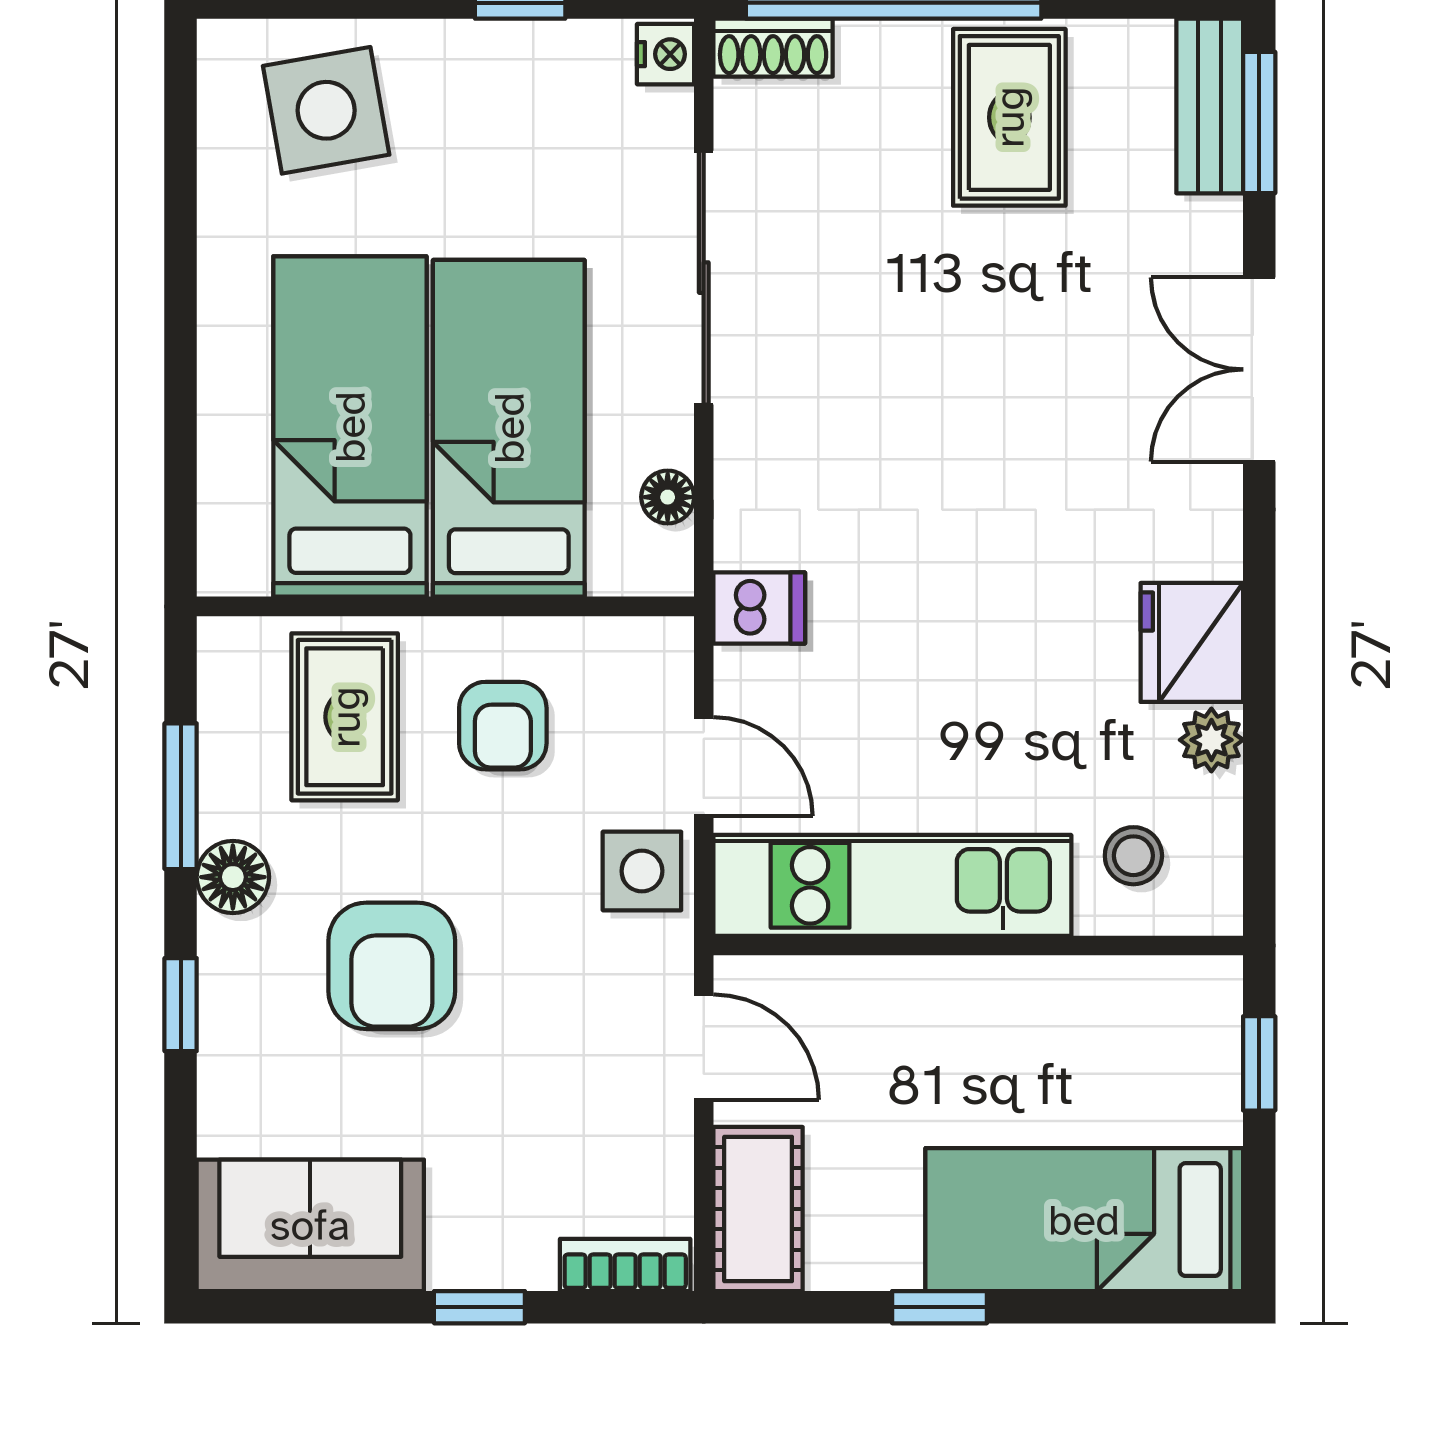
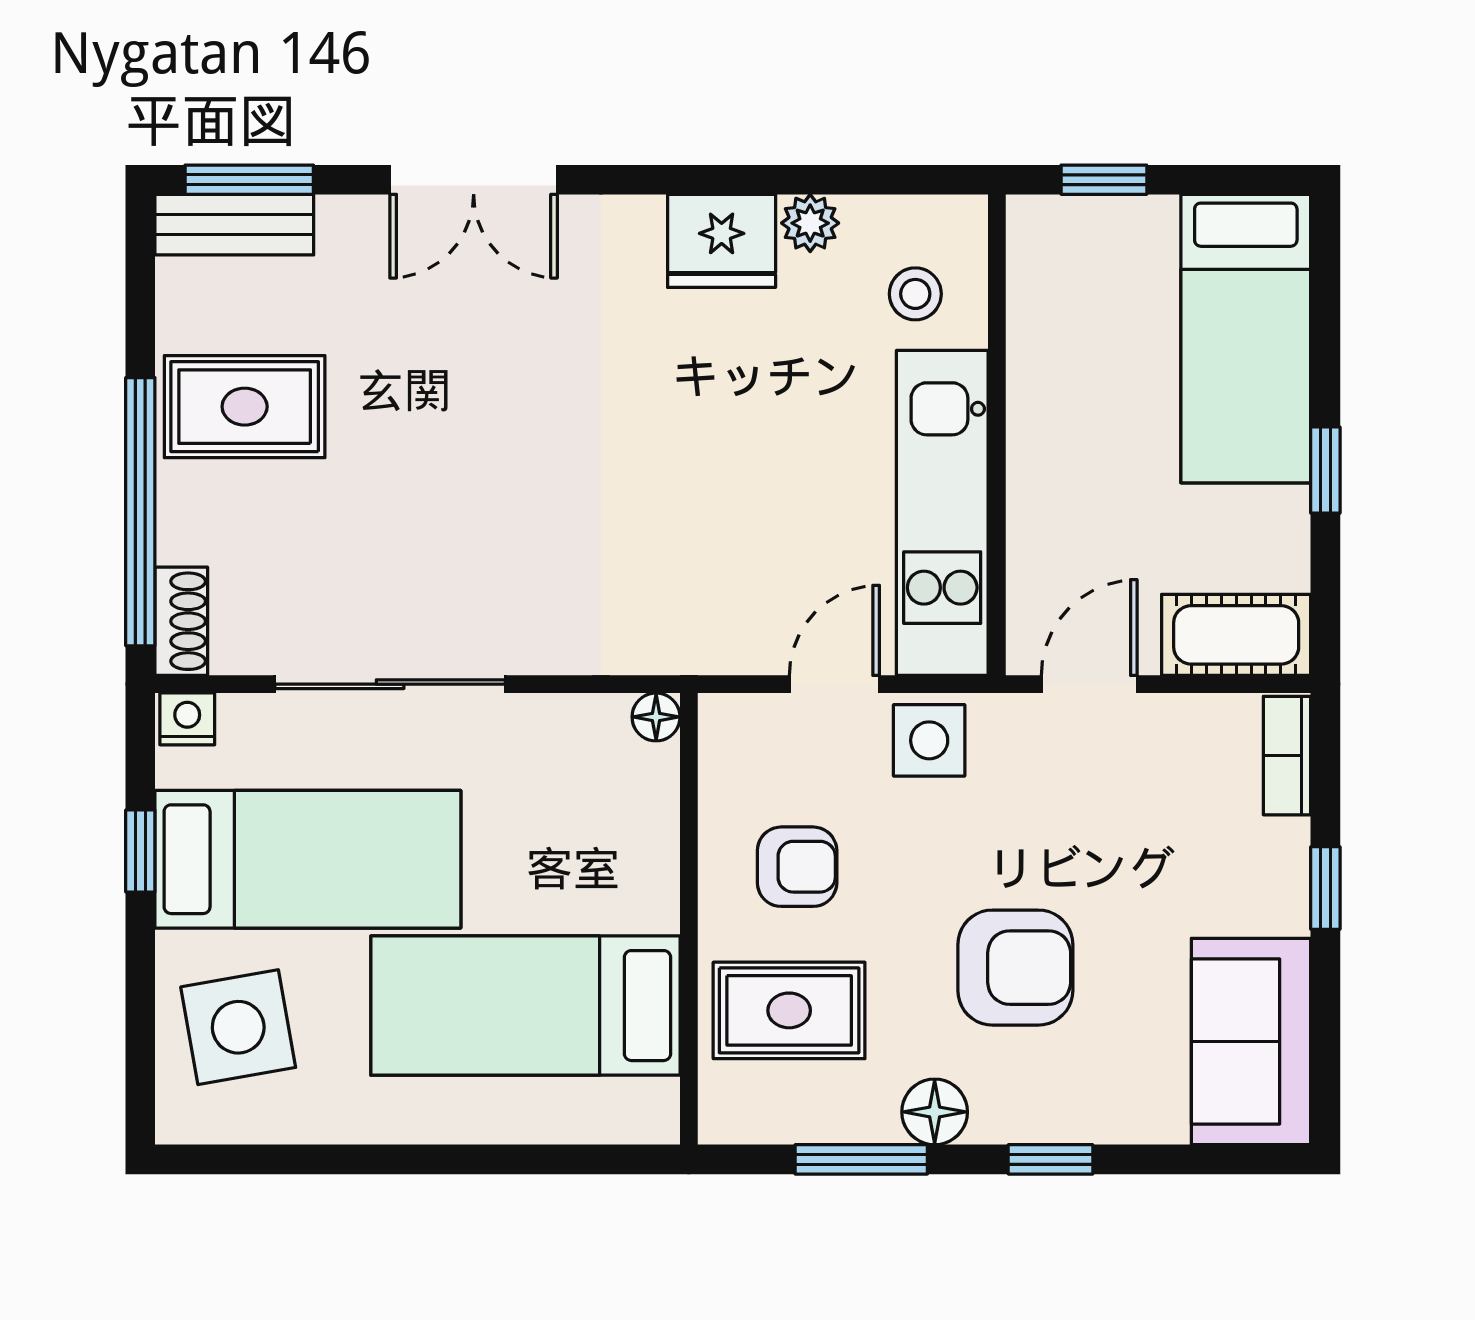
bed: (509, 428) -> (308, 859), moved, turned 180
floor lamp: (668, 497) -> (656, 717), moved
dishwasher: (759, 608) -> (690, 634), removed

